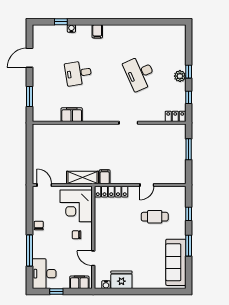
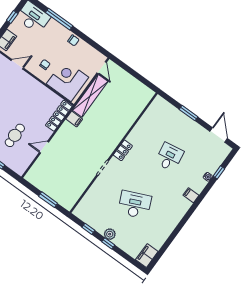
door: (29, 58) -> (219, 135), moved
window: (29, 97) -> (188, 113), moved
filing cabinet: (72, 115) -> (147, 256), moved, turned 180
locker: (175, 116) -> (123, 150), moved
shelving: (83, 177) -> (90, 96), width x1.47
door: (44, 185) -> (102, 68), hinge flipped
door: (147, 185) -> (44, 147), hinge flipped

